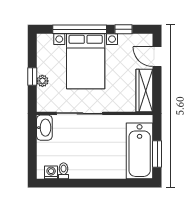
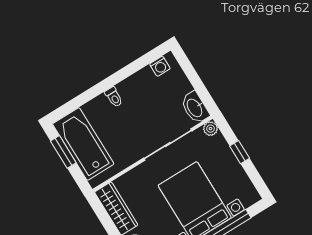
plant: (42, 81) -> (210, 129), moved
toilet: (64, 171) -> (114, 97), moved

